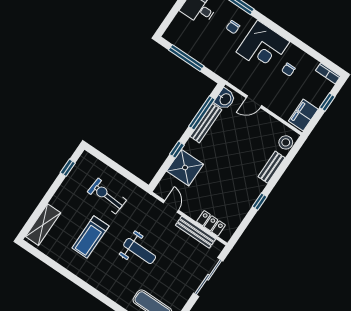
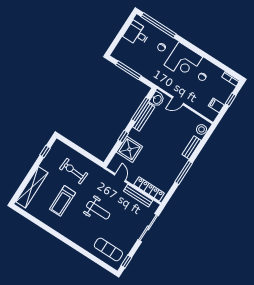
filing cabinet: (303, 115) -> (216, 105), width x0.50
window: (260, 202) -> (184, 172), width x2.17
locker: (211, 223) -> (149, 189), width x1.53
shelving: (43, 225) -> (32, 187), width x1.47

